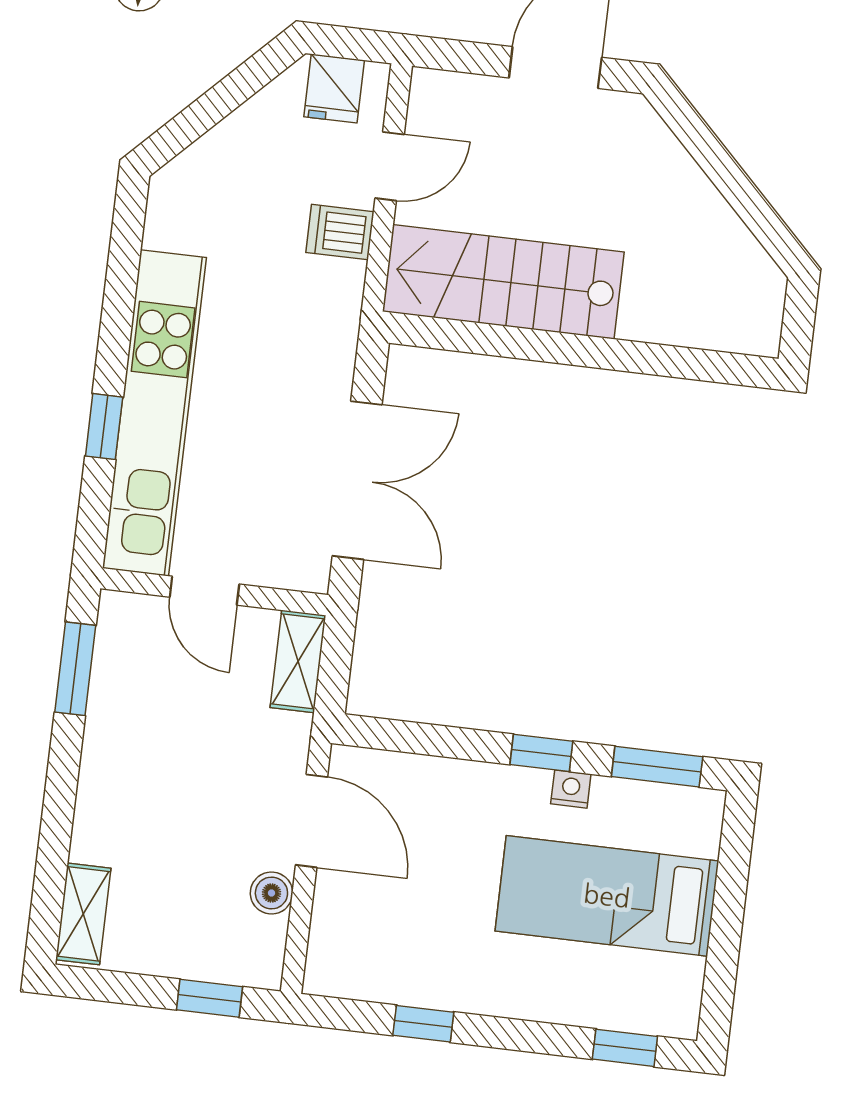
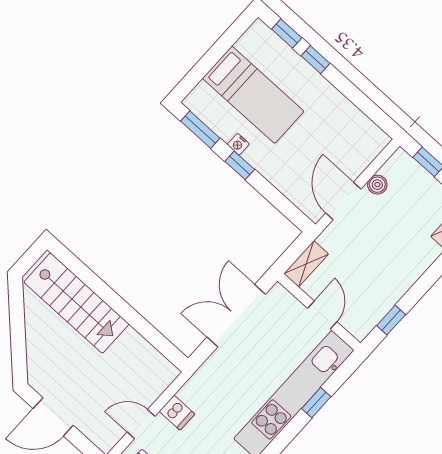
stairs: (503, 282) -> (76, 303), moved
window: (75, 669) -> (391, 320), width x0.67
window: (423, 1024) -> (315, 60), moved

